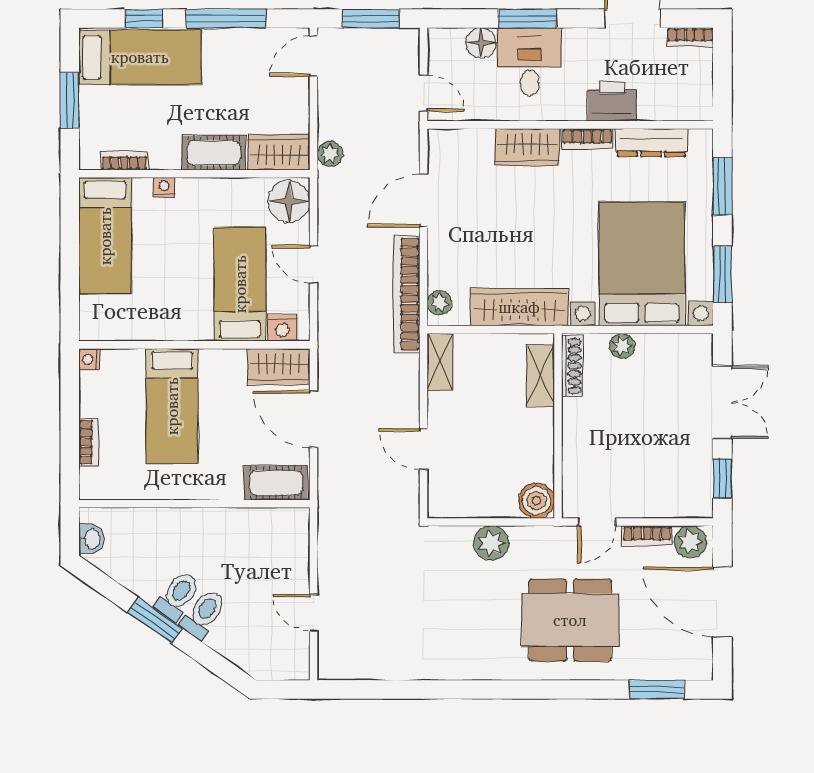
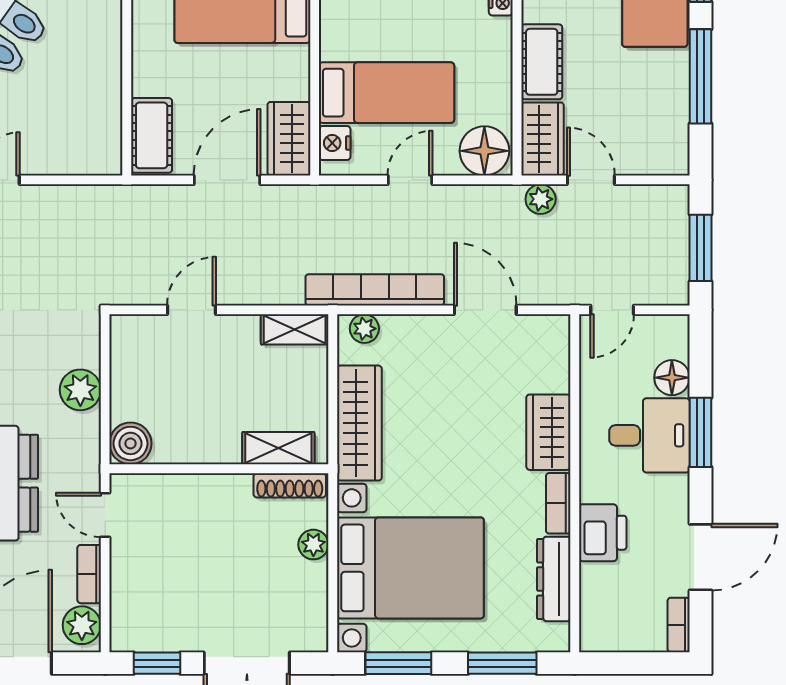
door: (314, 56) -> (591, 180), moved

